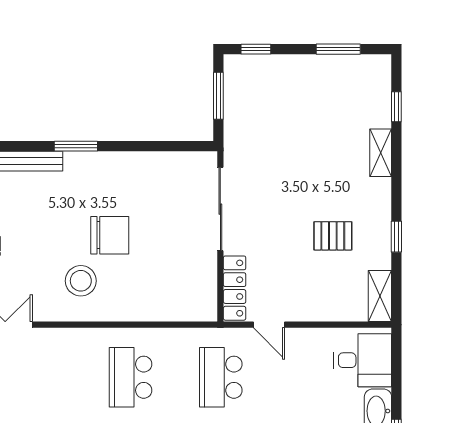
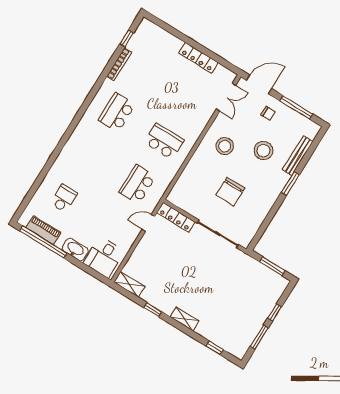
window: (256, 49) -> (275, 312), moved
shelving: (381, 153) -> (185, 319), moved
stool: (51, 218) -> (263, 151), added
chair: (110, 235) -> (230, 192), moved
pallet: (333, 236) -> (172, 280), removed
school desk: (221, 377) -> (137, 184), turned -90

